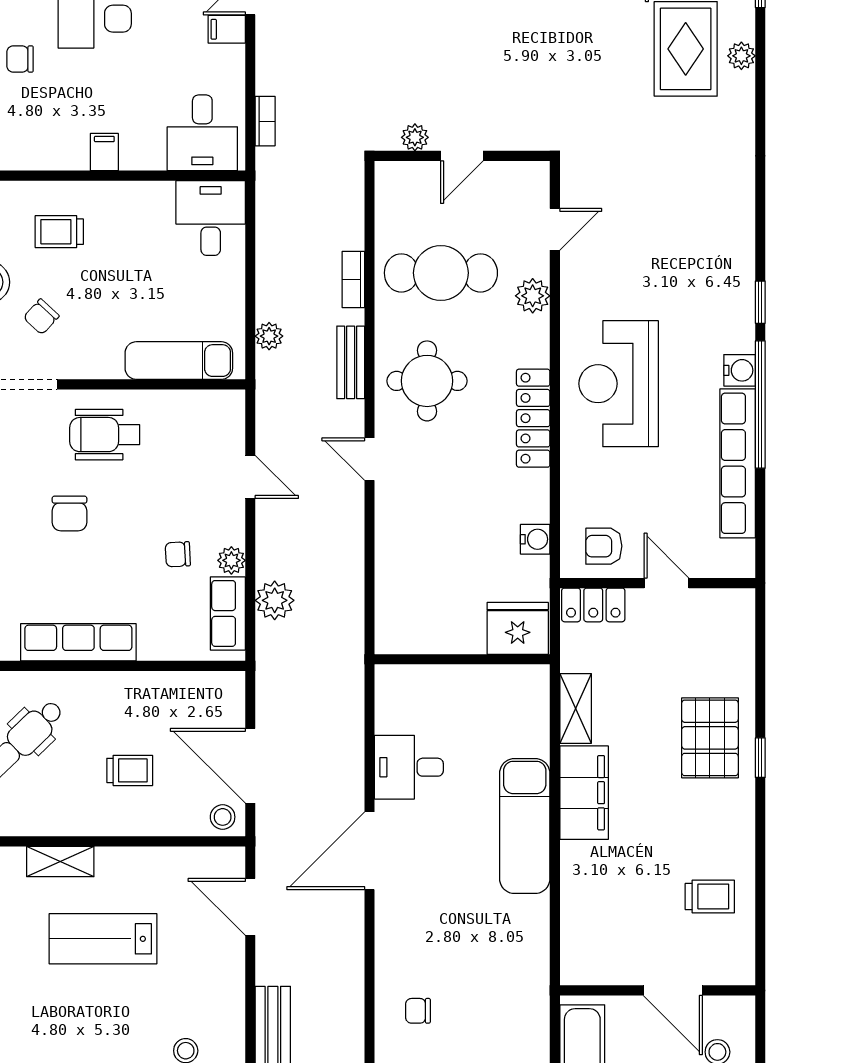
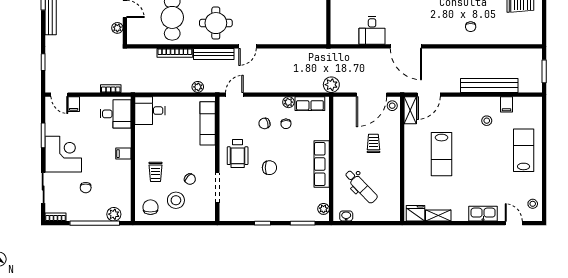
bookcase: (353, 279) -> (175, 53), width x1.56
bench: (351, 362) -> (214, 54), width x1.36
door: (250, 477) -> (234, 95), moved
chair: (179, 501) -> (264, 123), added
plant: (275, 600) -> (331, 85), moved
shelving: (60, 861) -> (410, 110), moved

